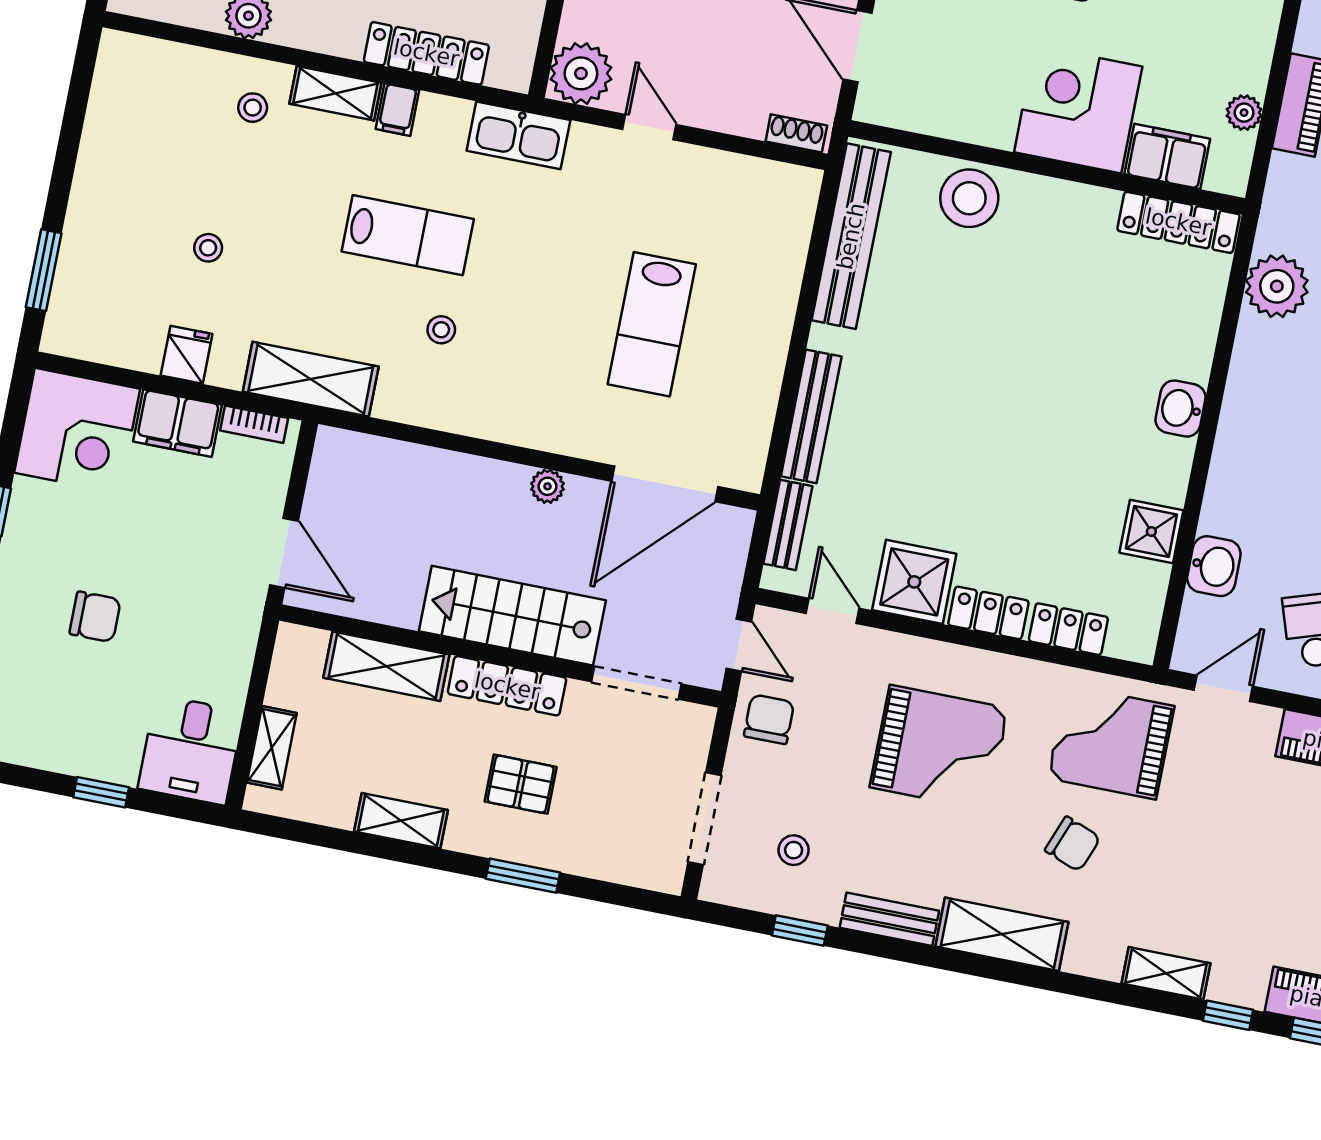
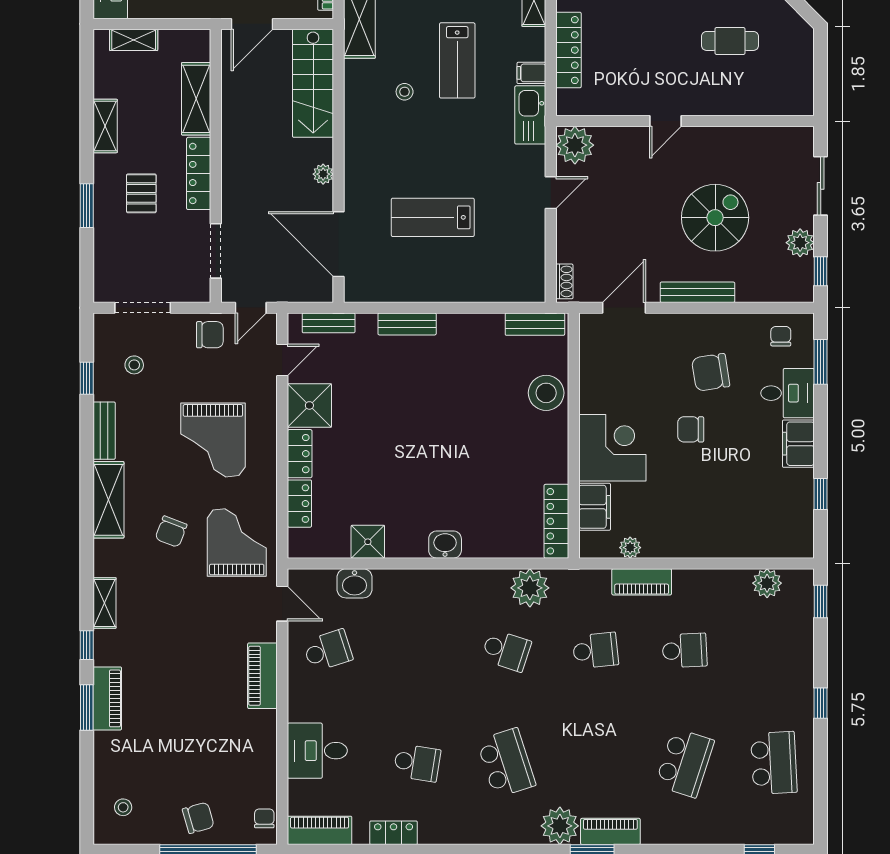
filing cabinet: (397, 110) -> (531, 73), moved
bench: (851, 236) -> (535, 324), width x0.54, depth x0.82
bench: (811, 416) -> (407, 324), width x0.73
stairs: (512, 616) -> (313, 83), moved, turned 180

